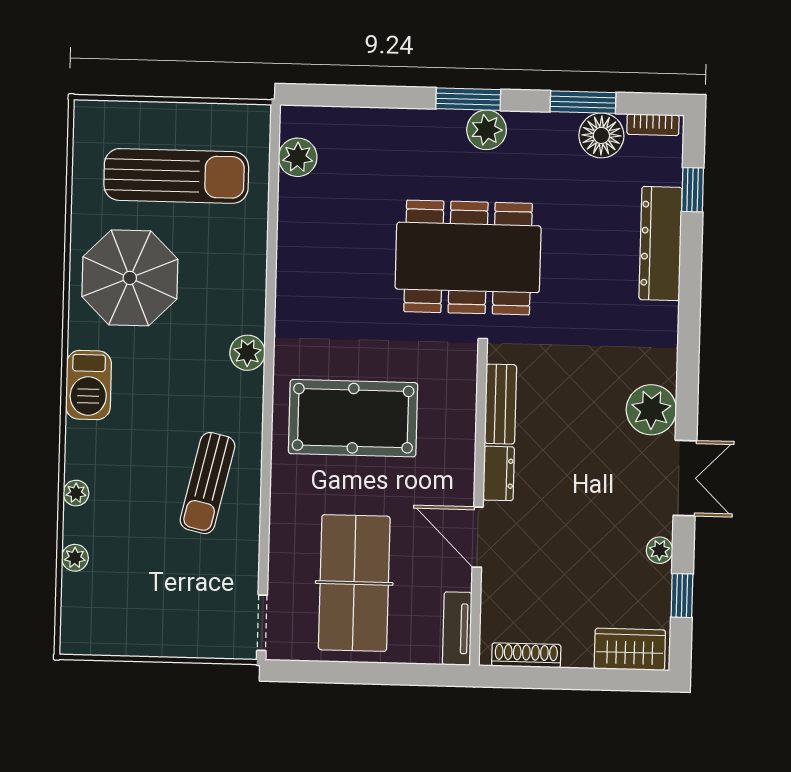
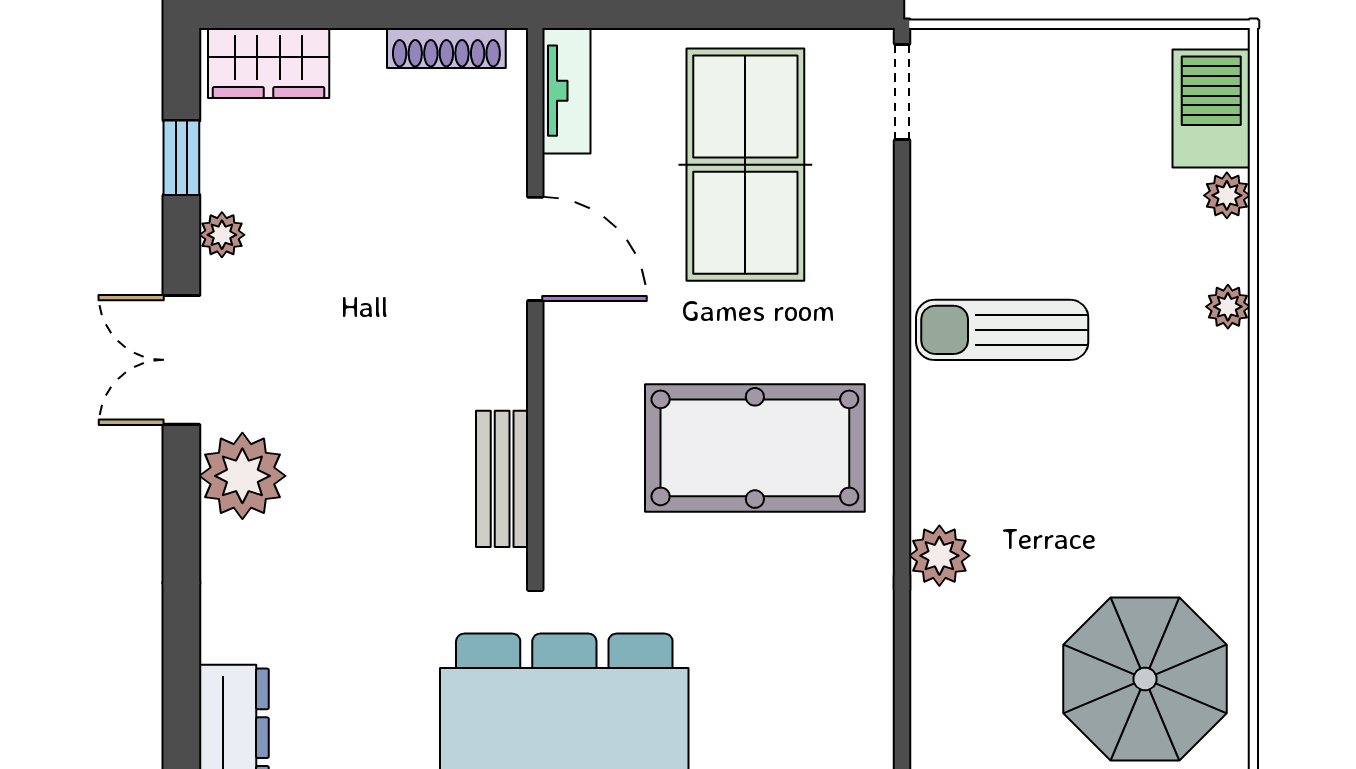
barbecue: (88, 385) -> (1211, 108), moved
dresser: (499, 473) -> (502, 359), removed
sun lounger: (207, 483) -> (1002, 330), turned -103

